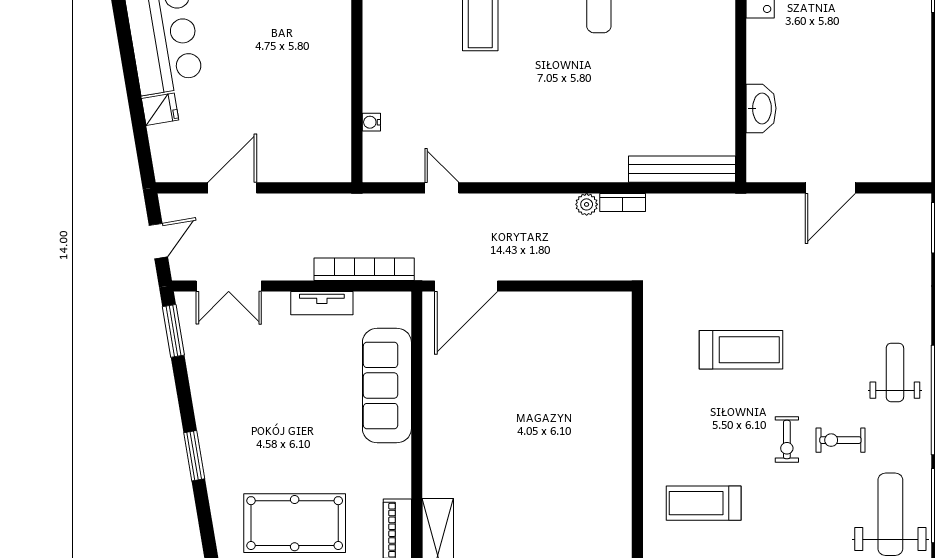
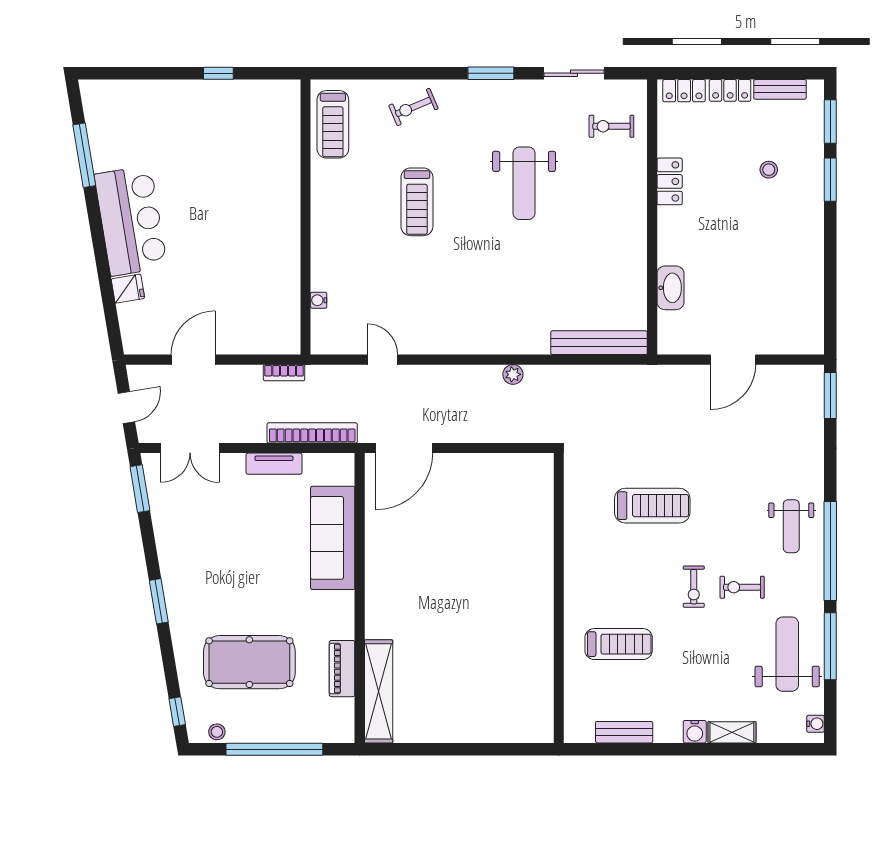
bookcase: (623, 203) -> (284, 373), moved
weight bench: (895, 372) -> (791, 526), turned 180
treadmill: (704, 503) -> (619, 644), turned 180

